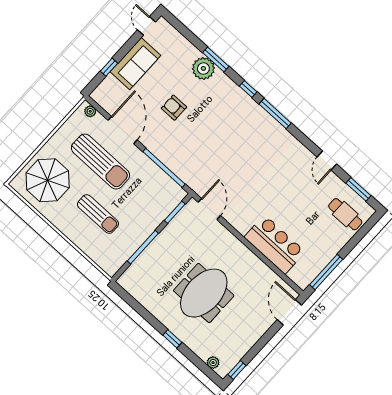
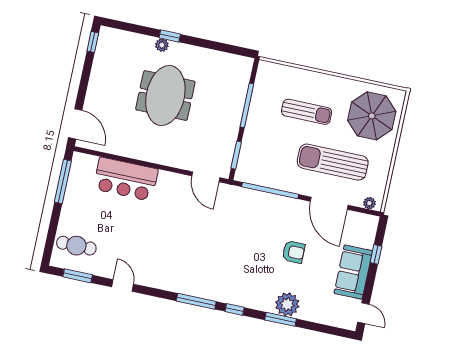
sun lounger: (98, 214) -> (307, 112), turned 180
plant: (213, 363) -> (162, 45), moved

